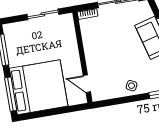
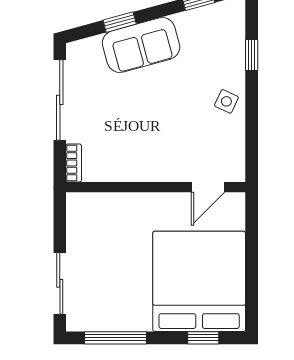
sliding door: (43, 14) -> (60, 283), moved
window: (11, 94) -> (203, 338), width x0.46

